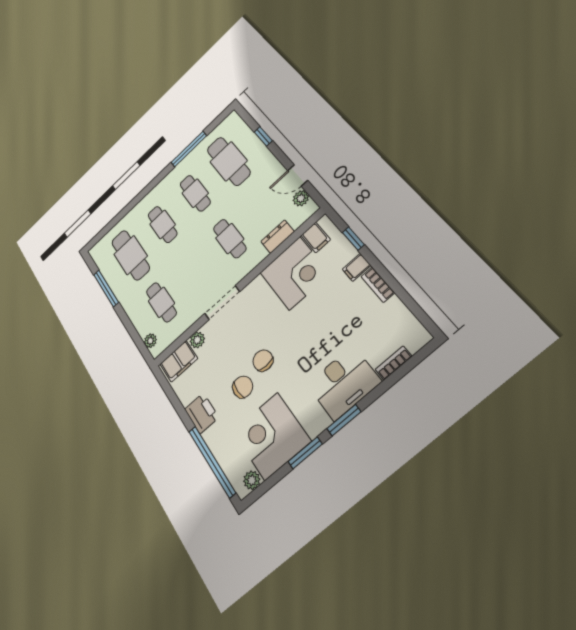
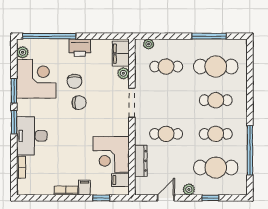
window: (189, 149) -> (250, 150), width x1.46
plant: (301, 198) -> (189, 189), moved
dresser: (278, 237) -> (141, 161), width x1.44

